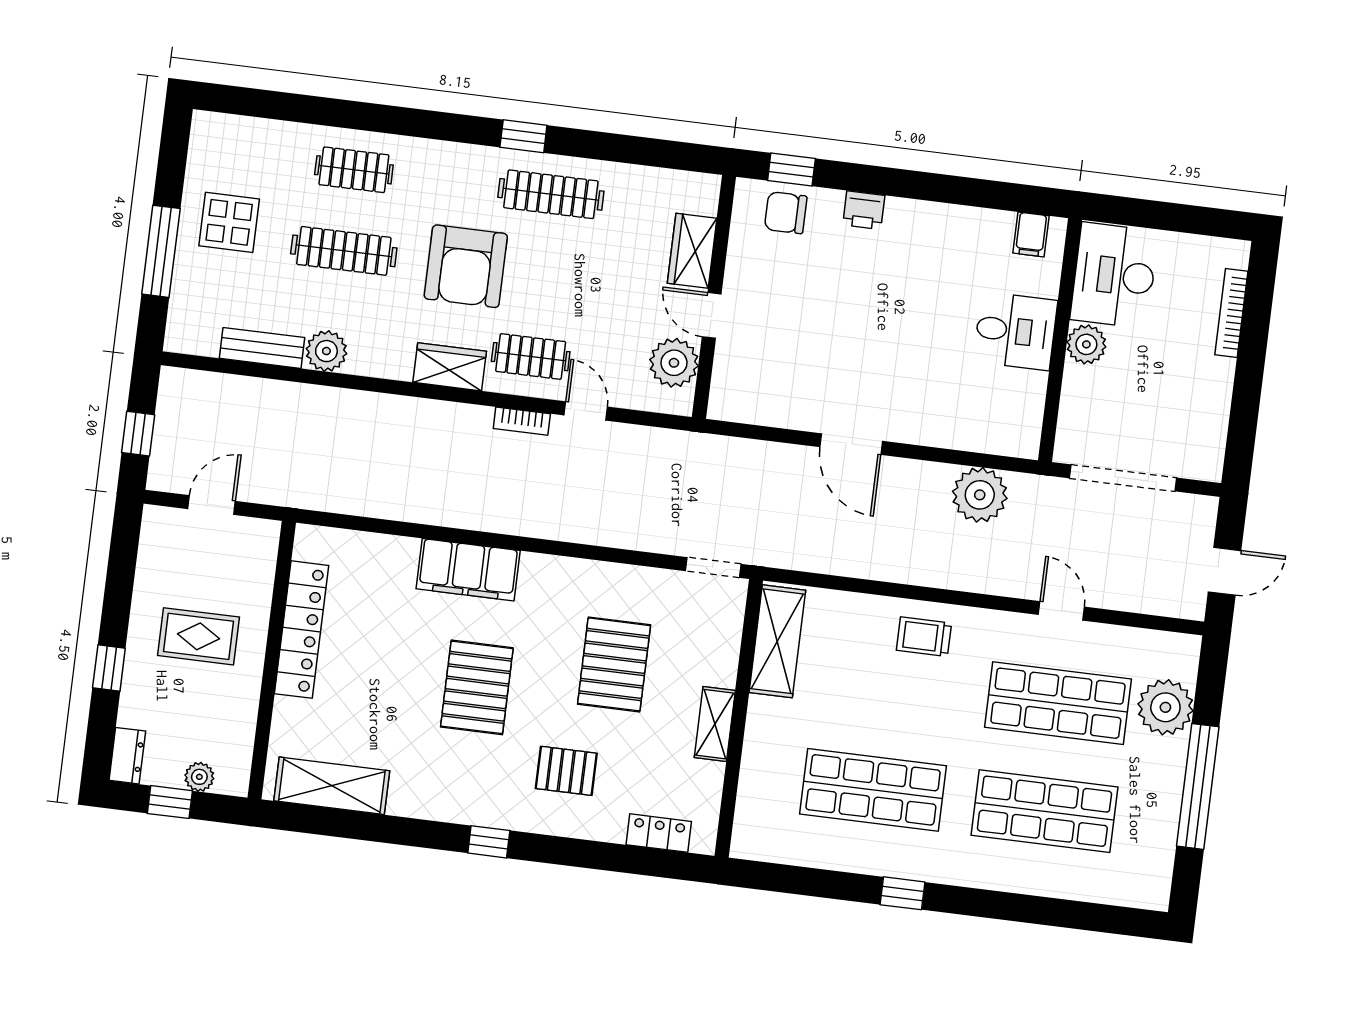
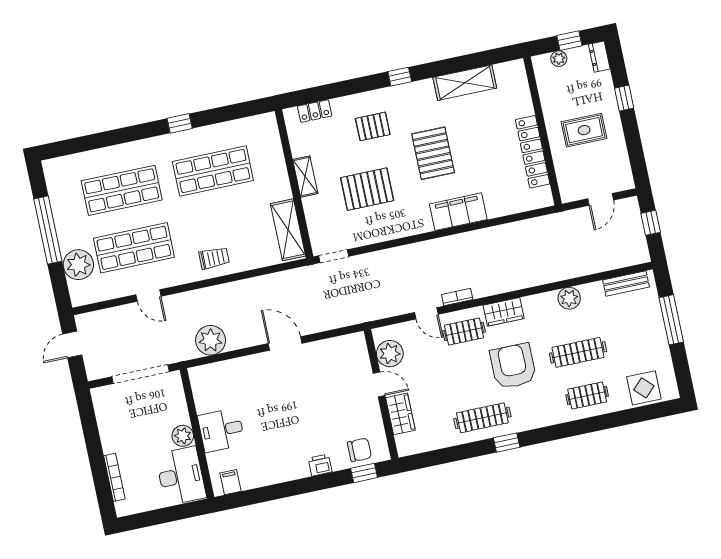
display table: (229, 222) -> (644, 388), moved
bench: (262, 348) -> (626, 283), moved
pallet: (614, 664) -> (367, 189), turned 90
shelving: (332, 786) -> (465, 83), moved

